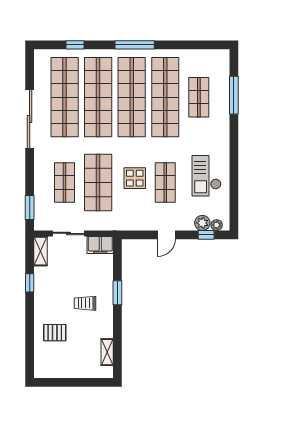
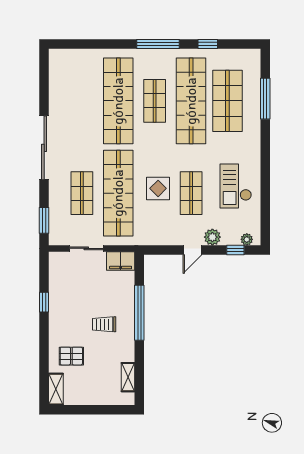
window: (75, 45) -> (208, 44), moved
shop shelf: (65, 97) -> (82, 101), removed
shop shelf: (132, 97) -> (155, 101), width x0.50, depth x0.74
shop shelf: (199, 97) -> (227, 101), width x1.43, depth x1.36
sliding door: (30, 119) -> (44, 148), moved
shop shelf: (98, 182) -> (118, 193), width x1.40
plant: (202, 223) -> (212, 237), moved
shelving: (40, 251) -> (56, 389), moved
window: (117, 293) -> (139, 313), width x2.11

